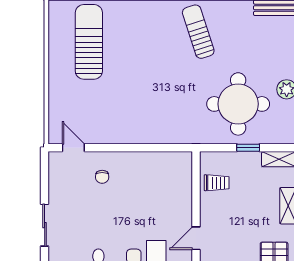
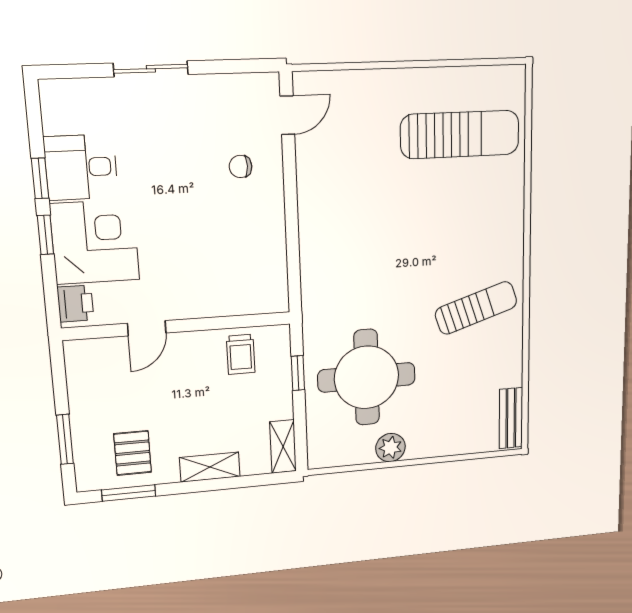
window: (248, 148) -> (298, 373), moved
door: (196, 238) -> (147, 328), swing flipped

